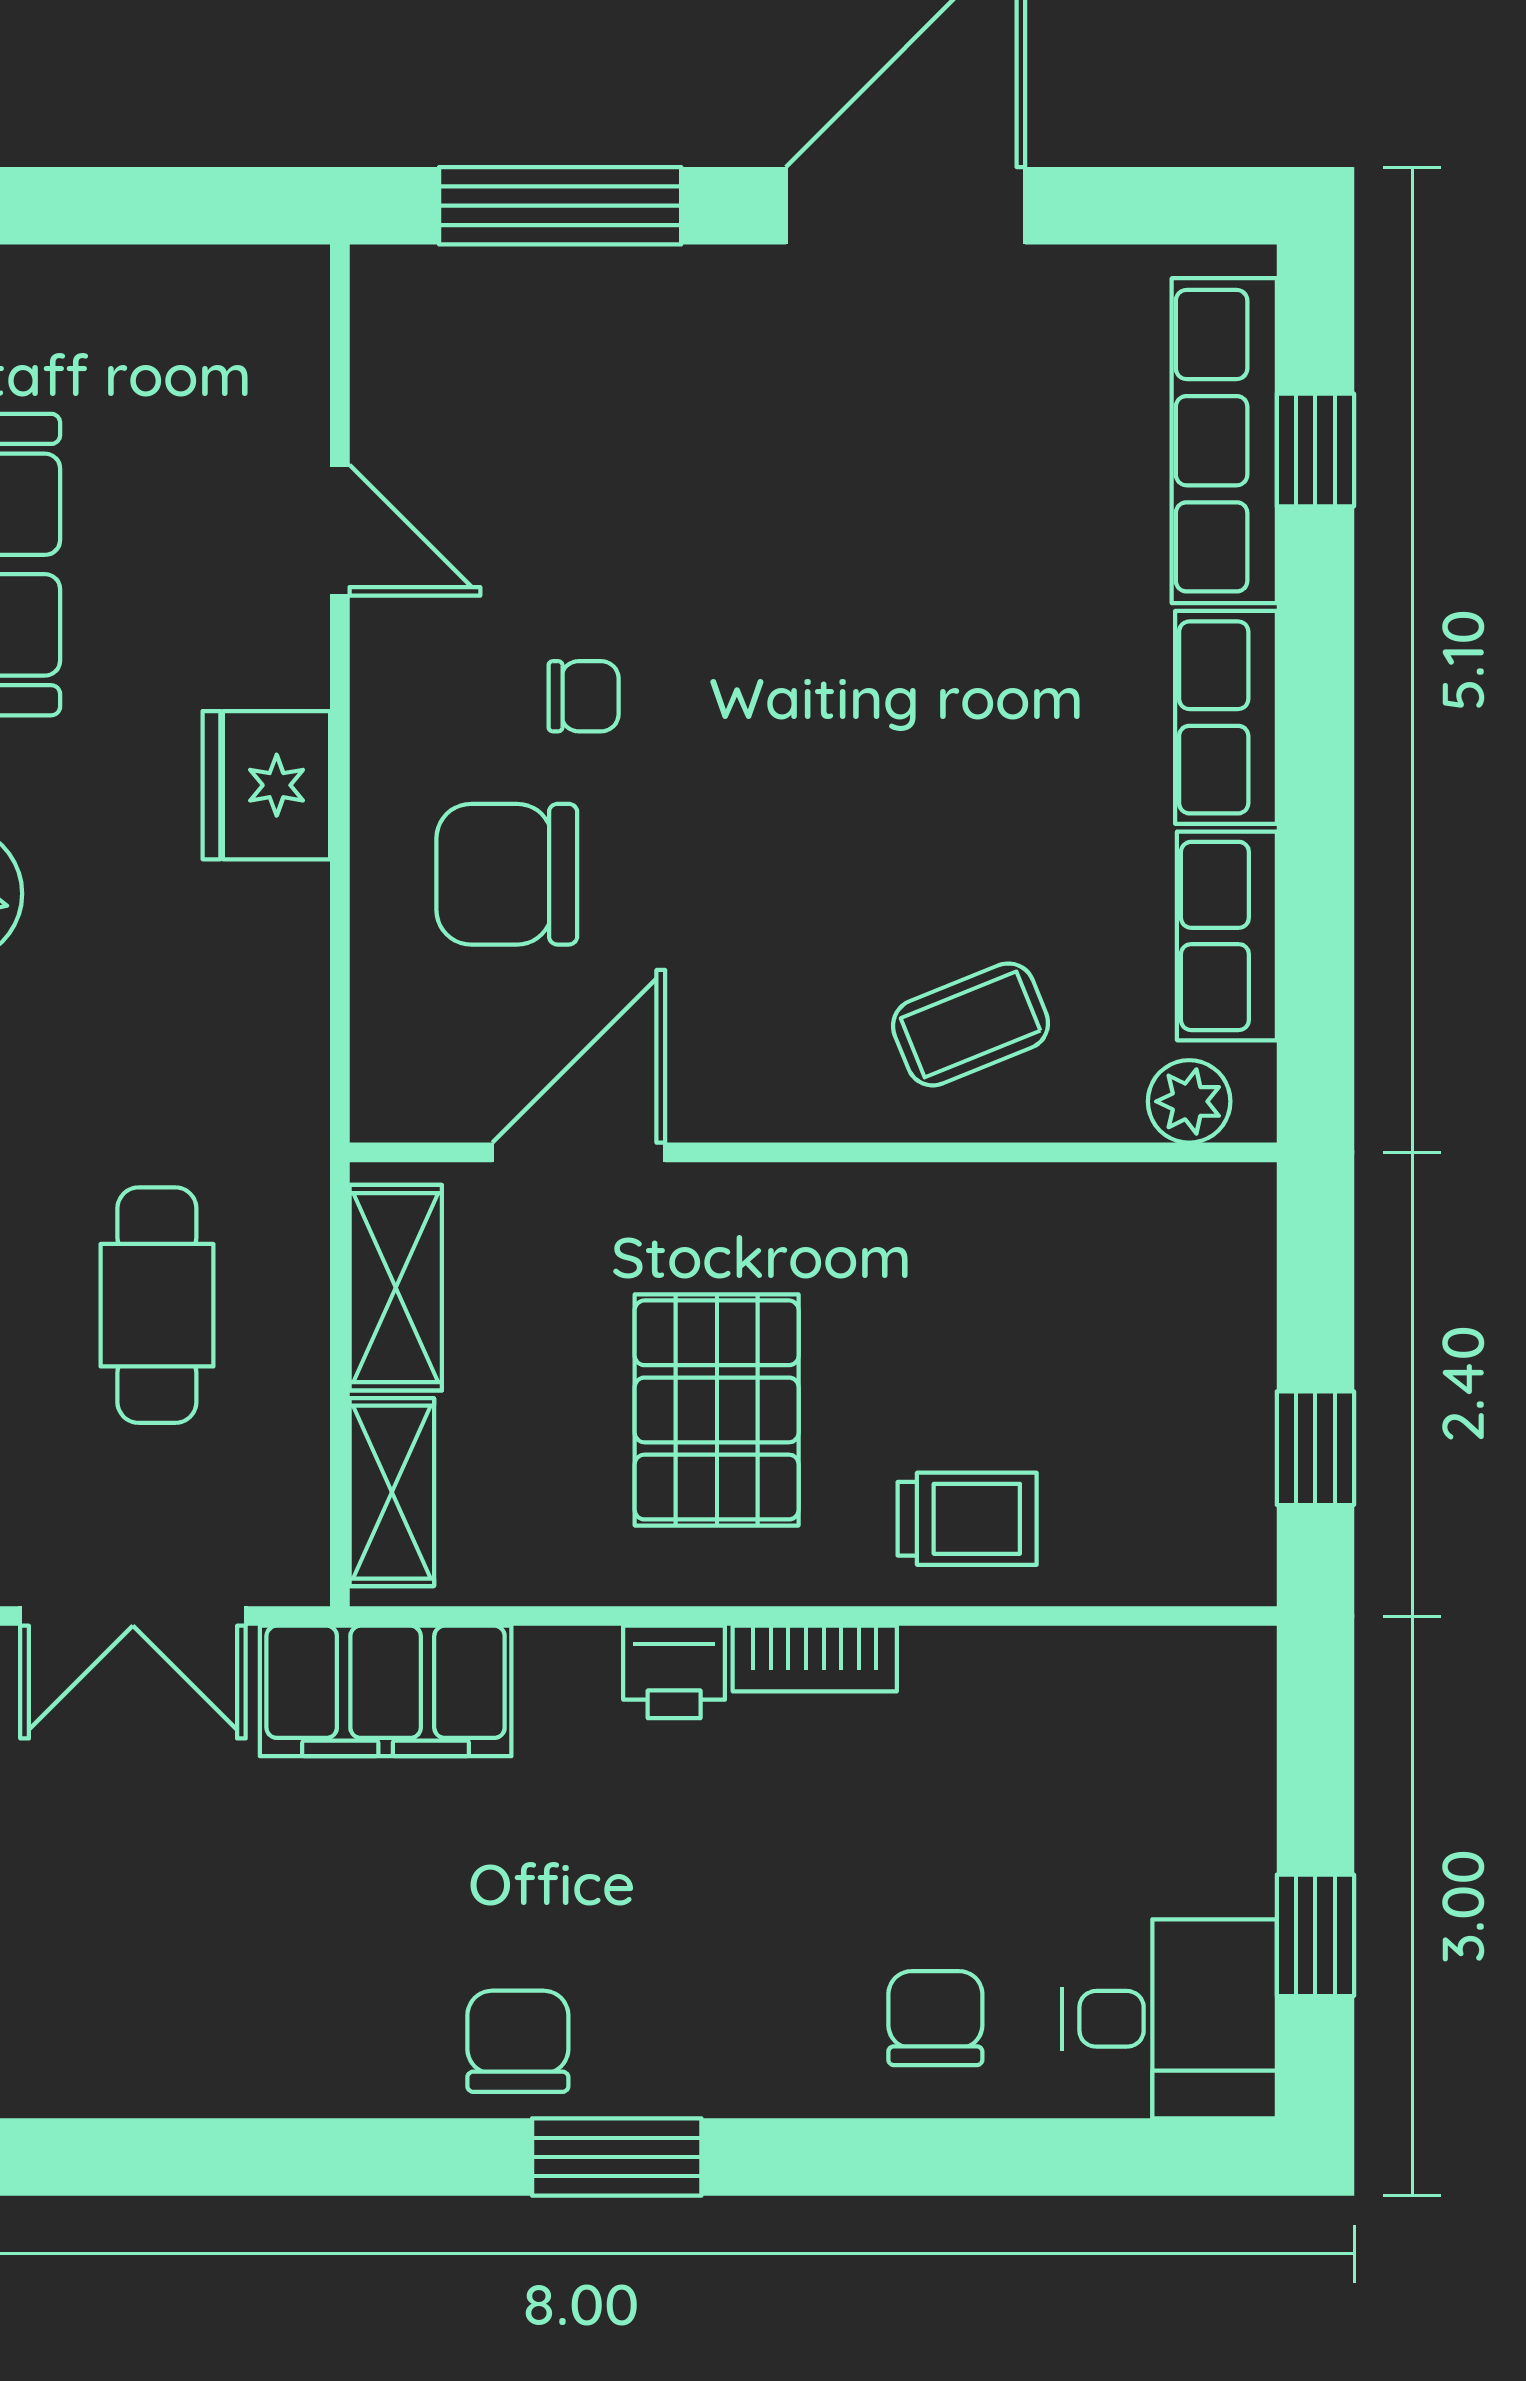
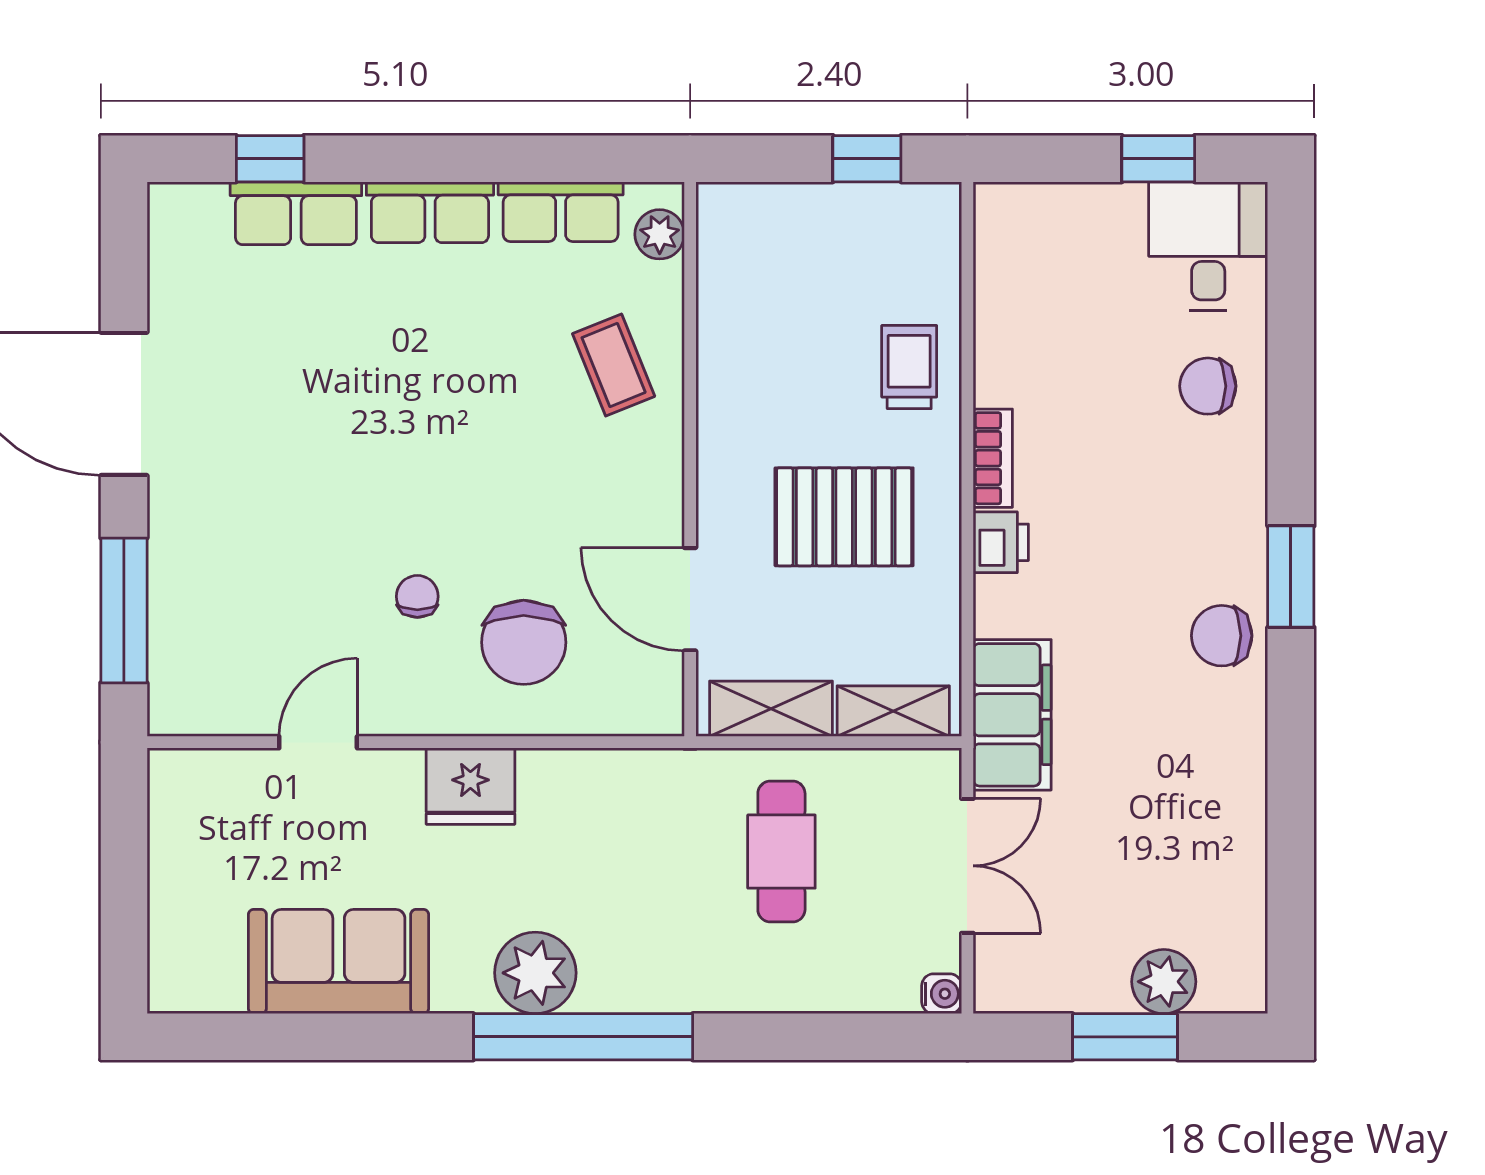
row of seats: (1224, 441) -> (296, 213), width x0.68
cafe table: (157, 1305) -> (781, 852), turned 90

